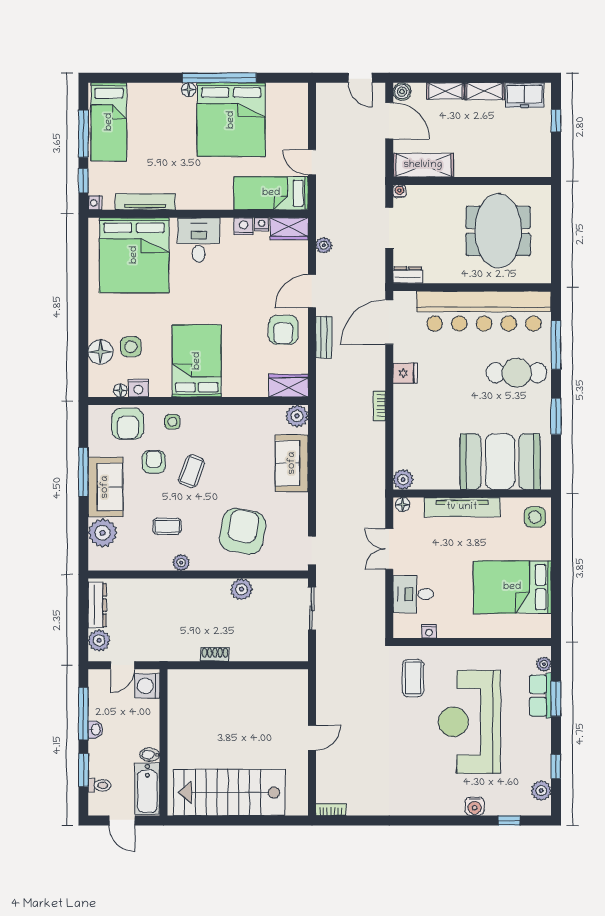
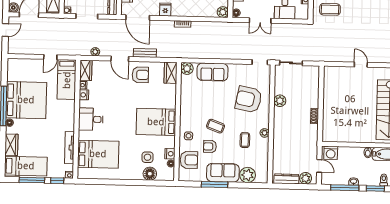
wardrobe: (148, 94) -> (11, 145), added
bed: (134, 255) -> (98, 154), width x0.73

